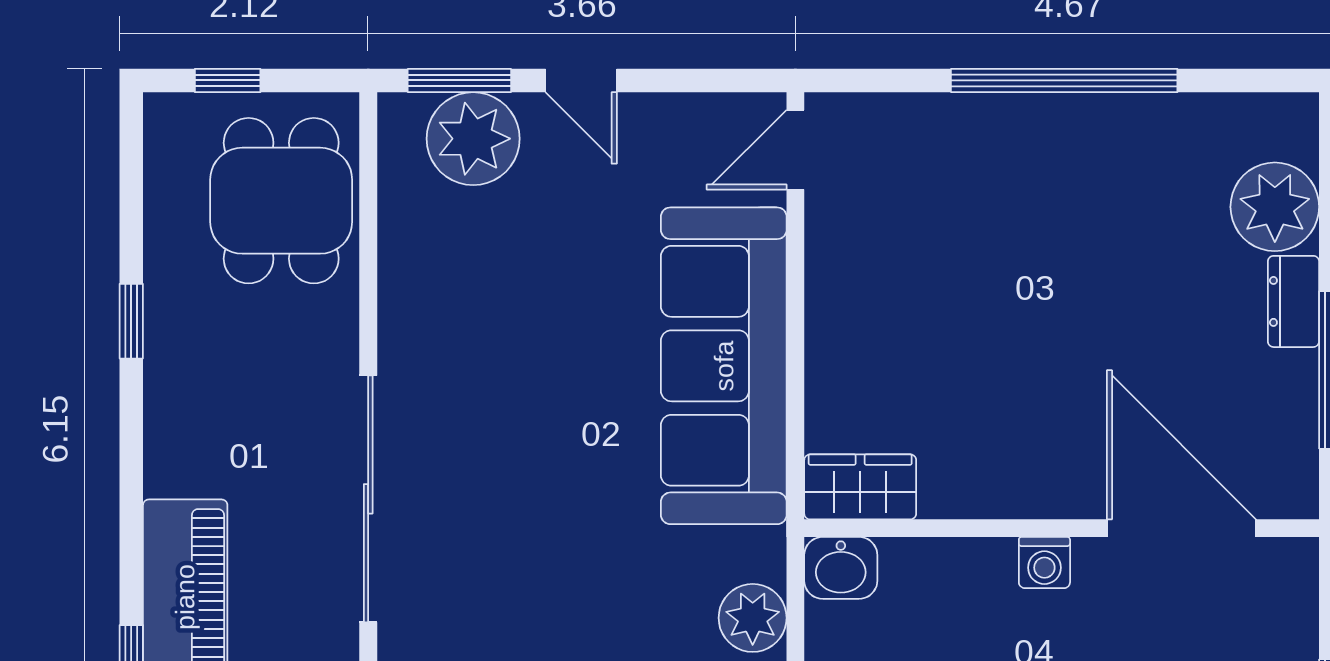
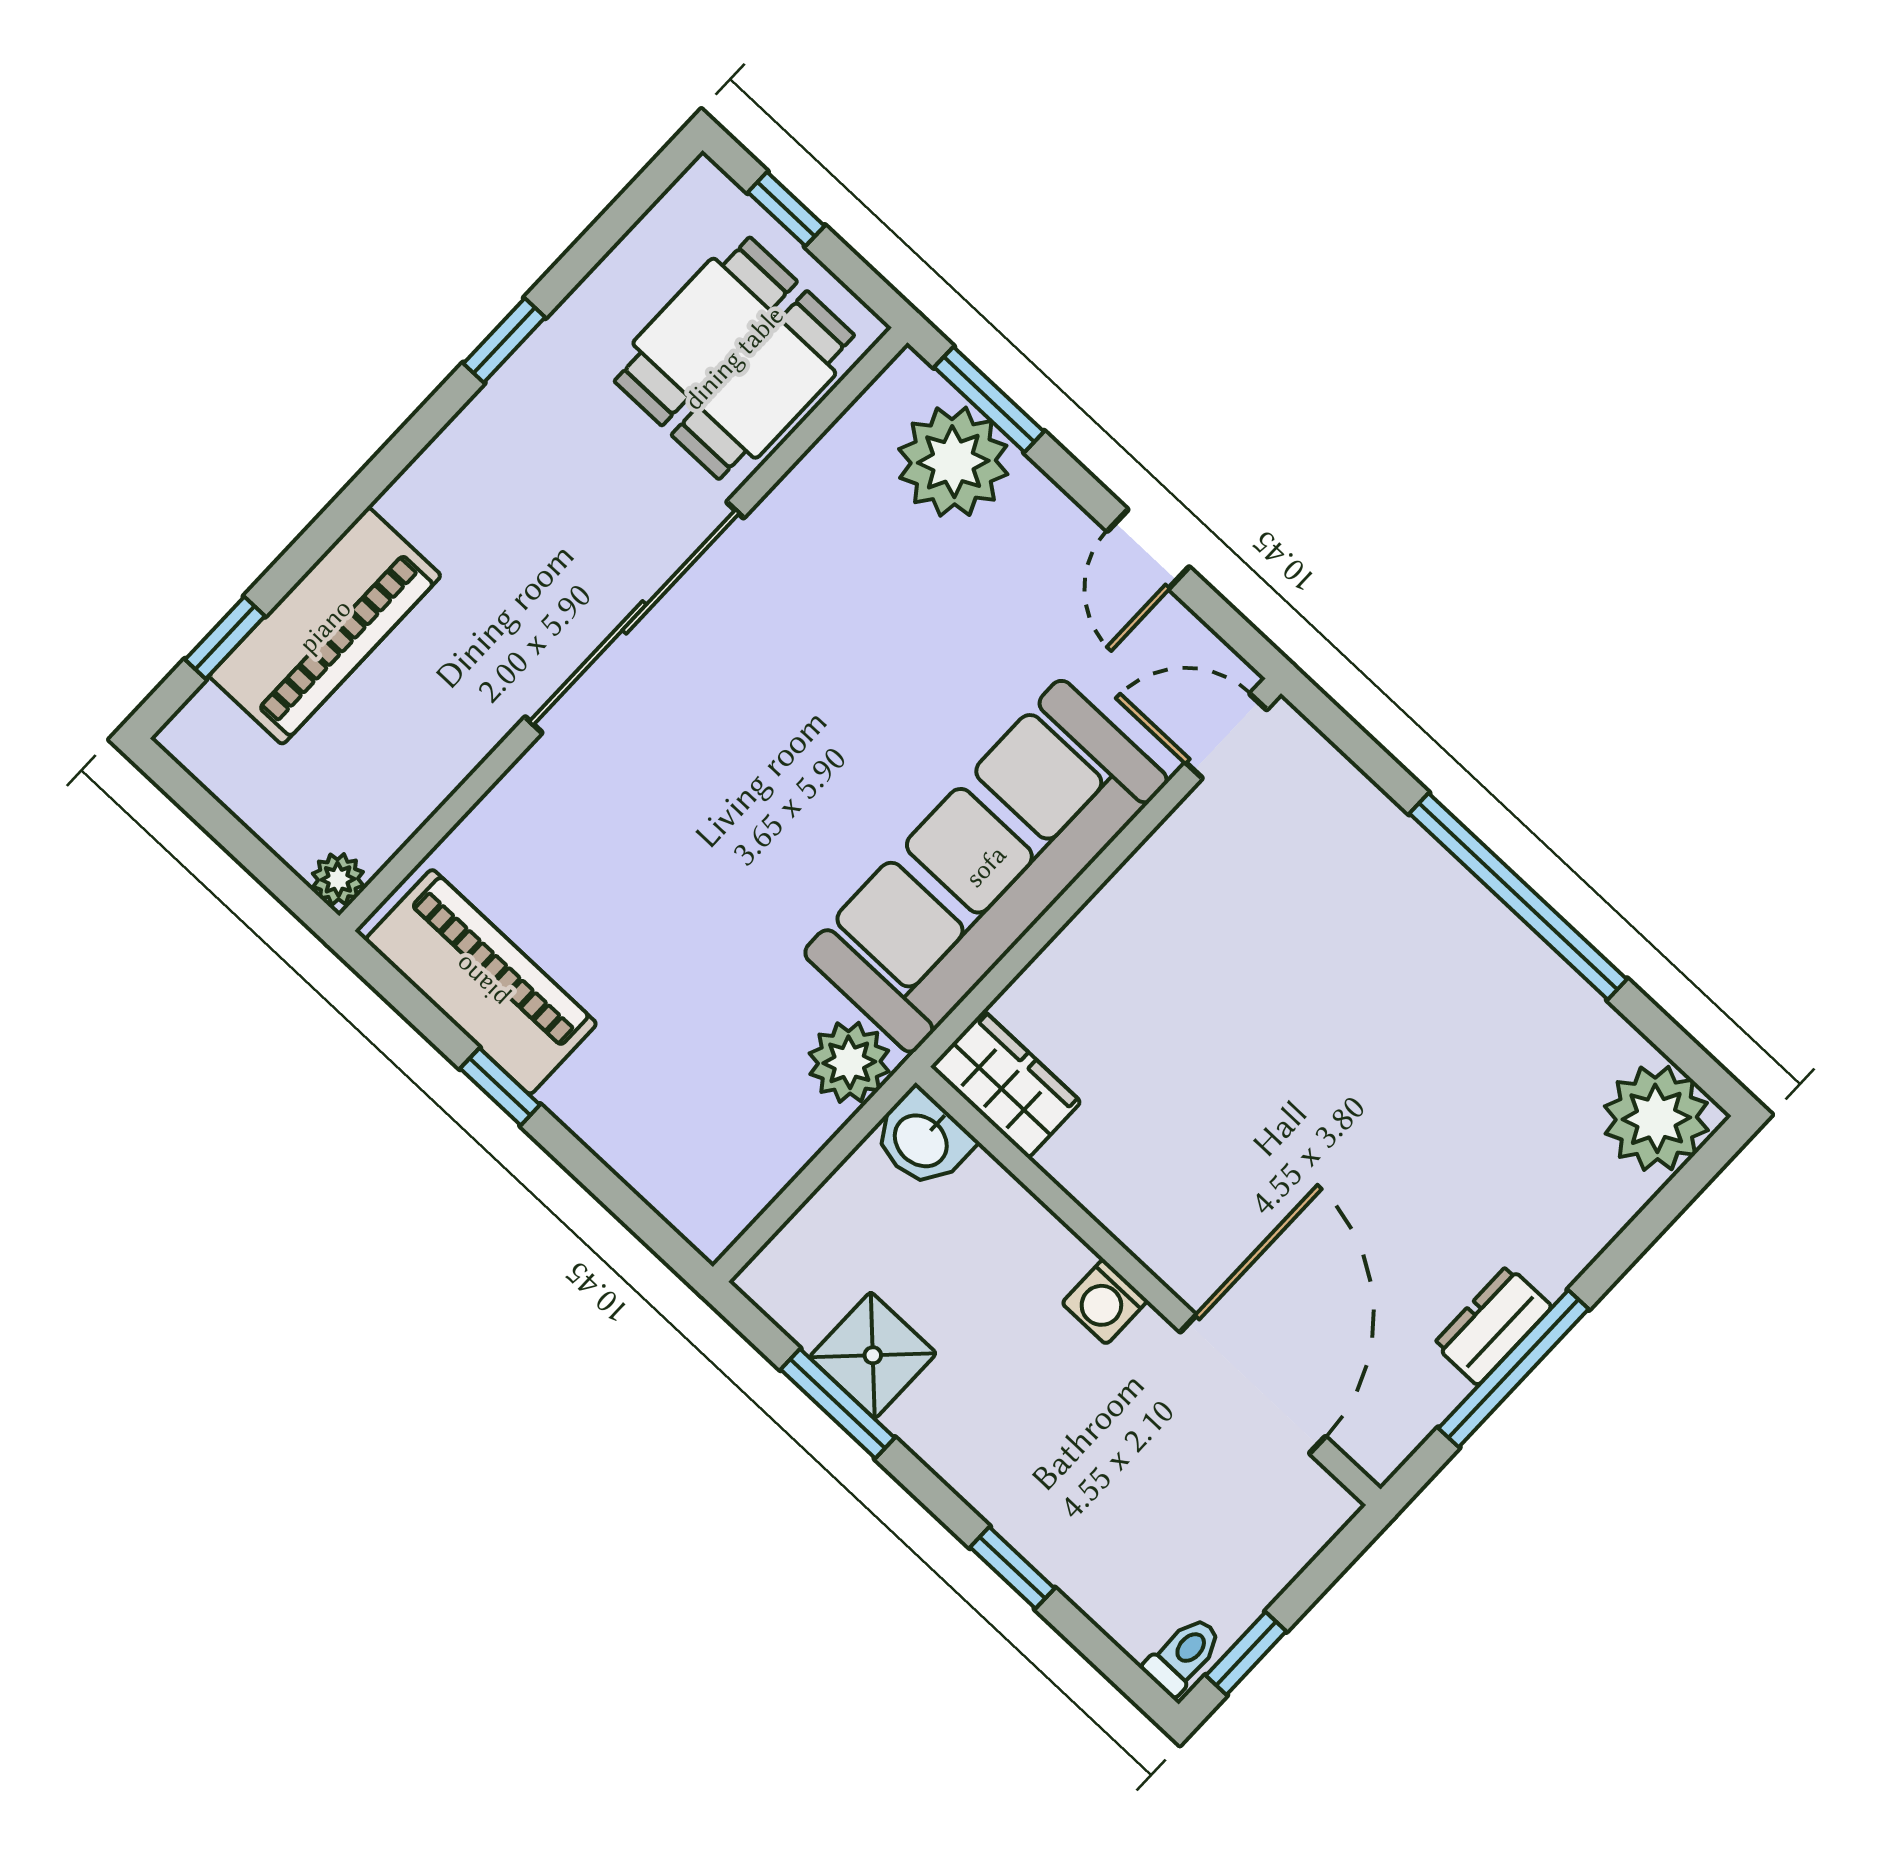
door: (581, 80) -> (1148, 549), moved
plant: (1275, 207) -> (1656, 1118), moved
dresser: (1293, 301) -> (1493, 1325), moved
sliding door: (368, 499) -> (634, 617), moved
plant: (753, 618) -> (849, 1062), moved

